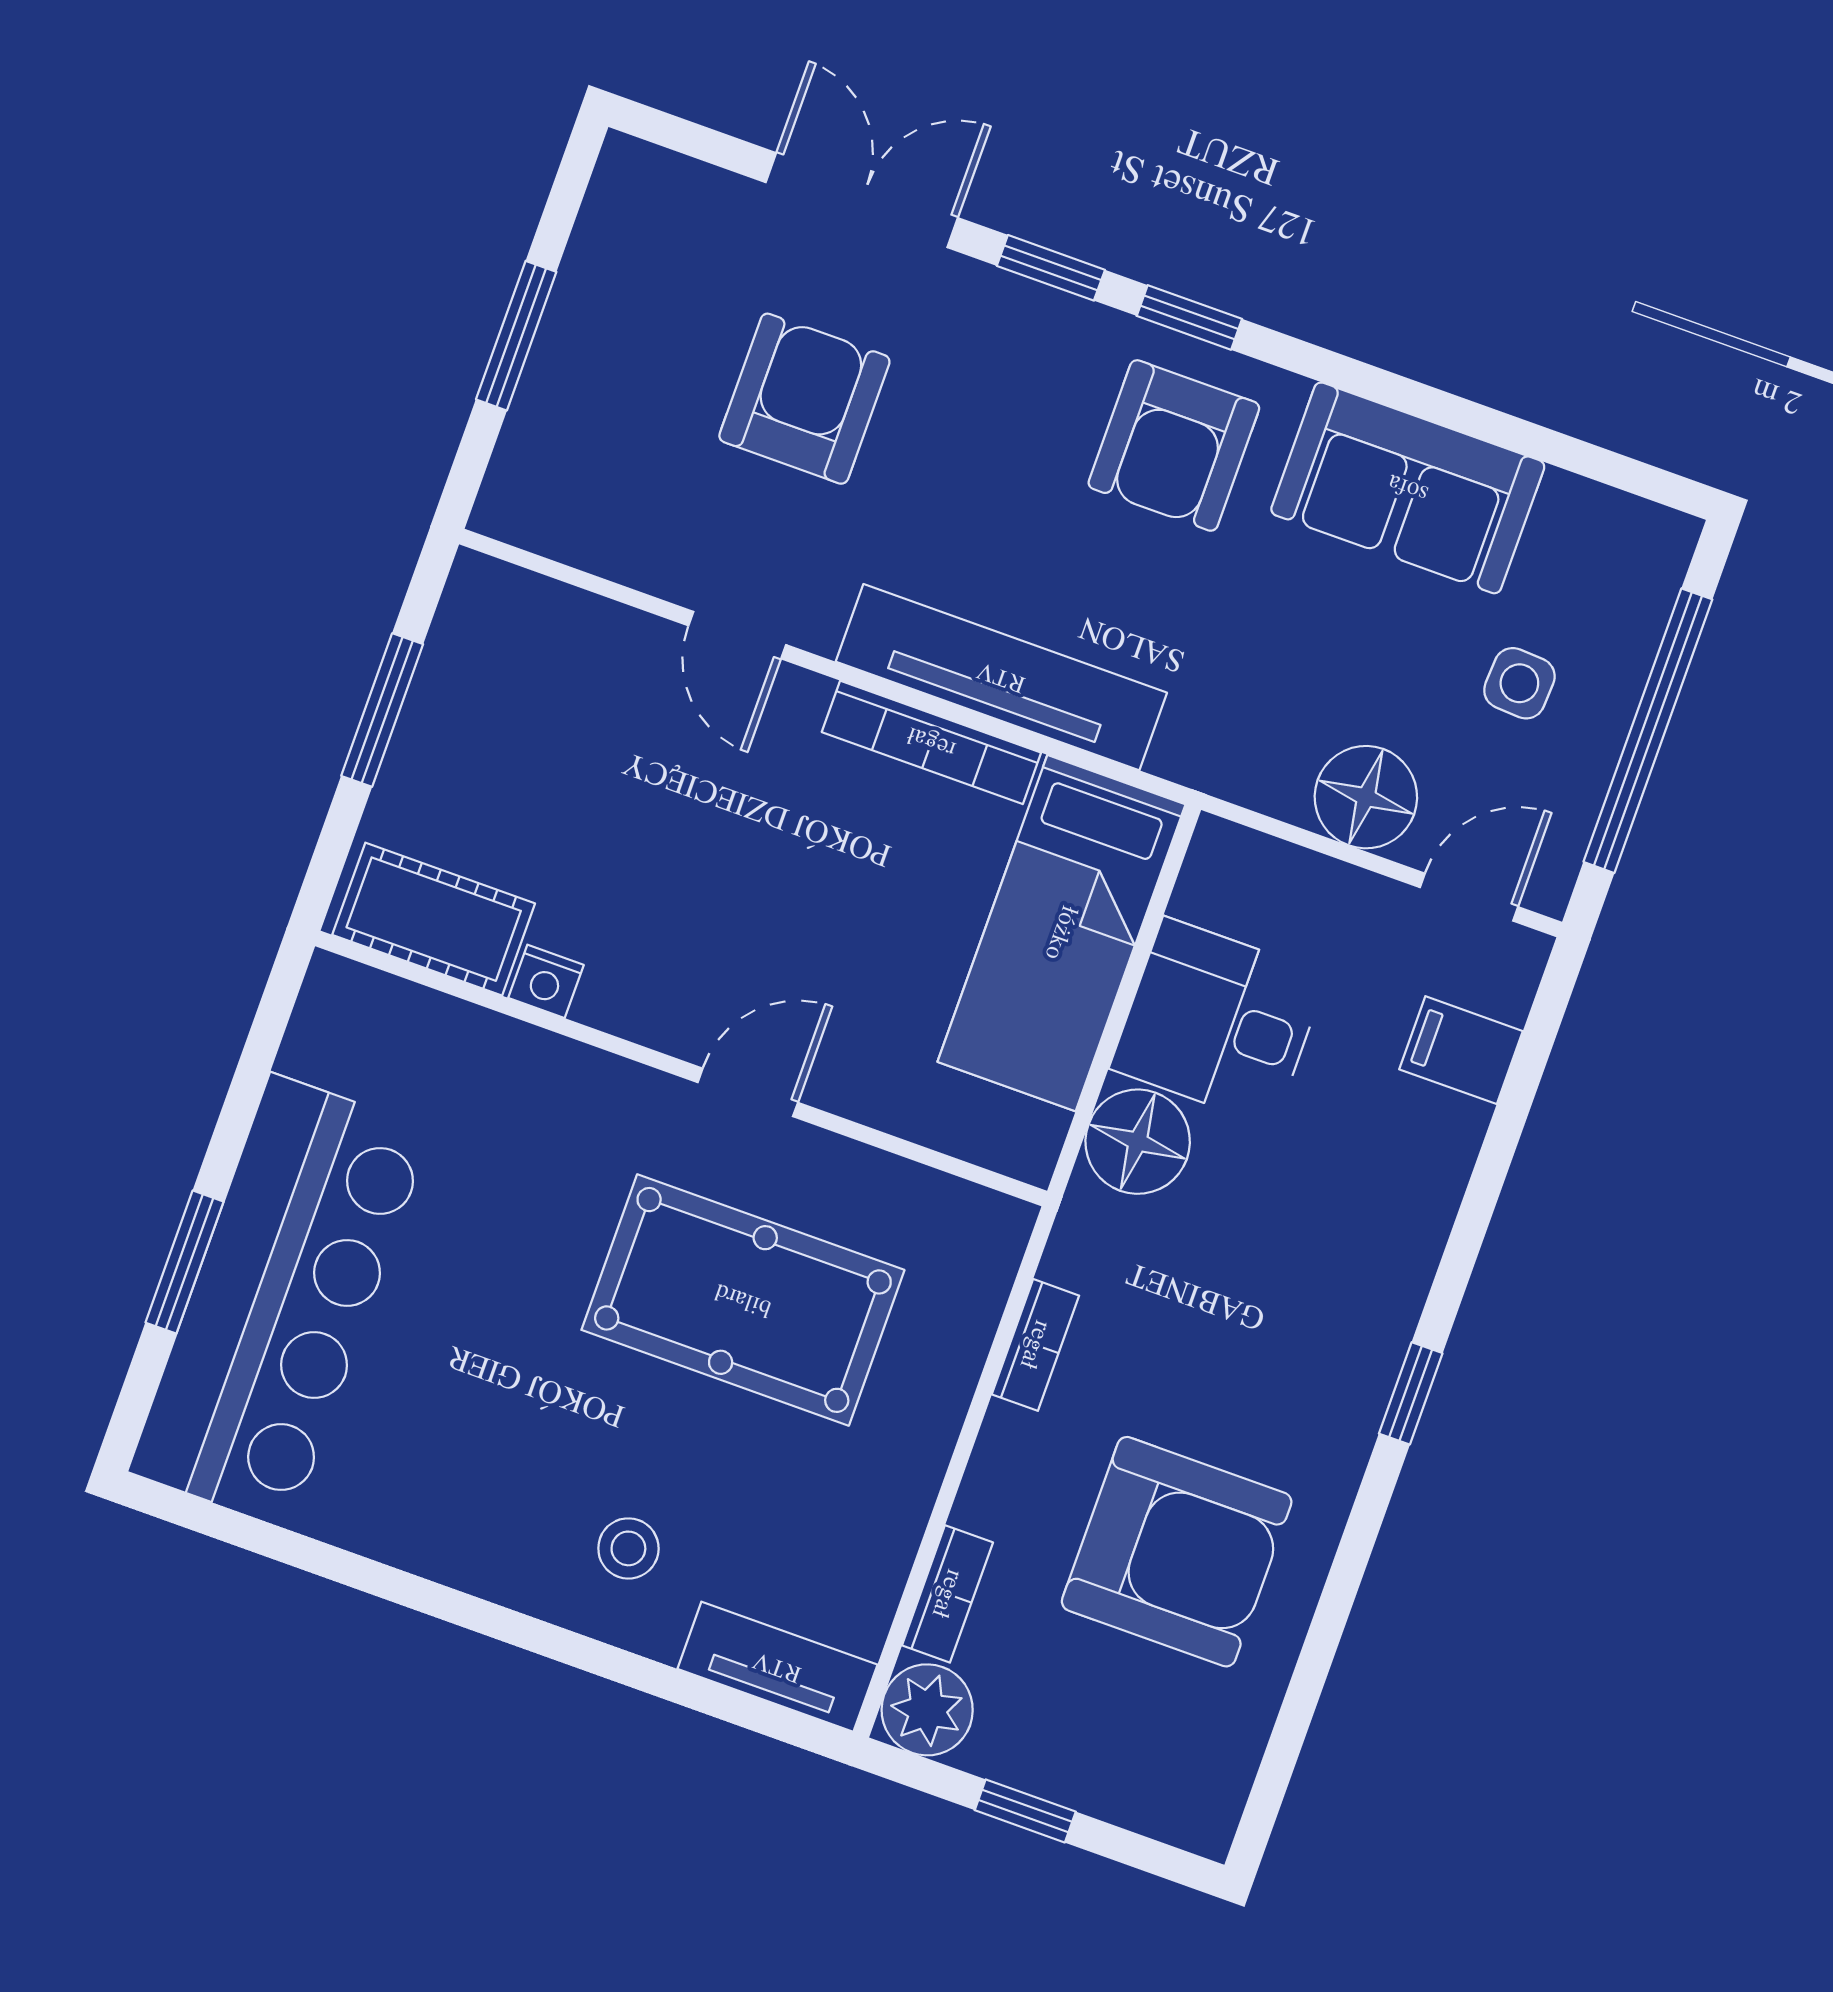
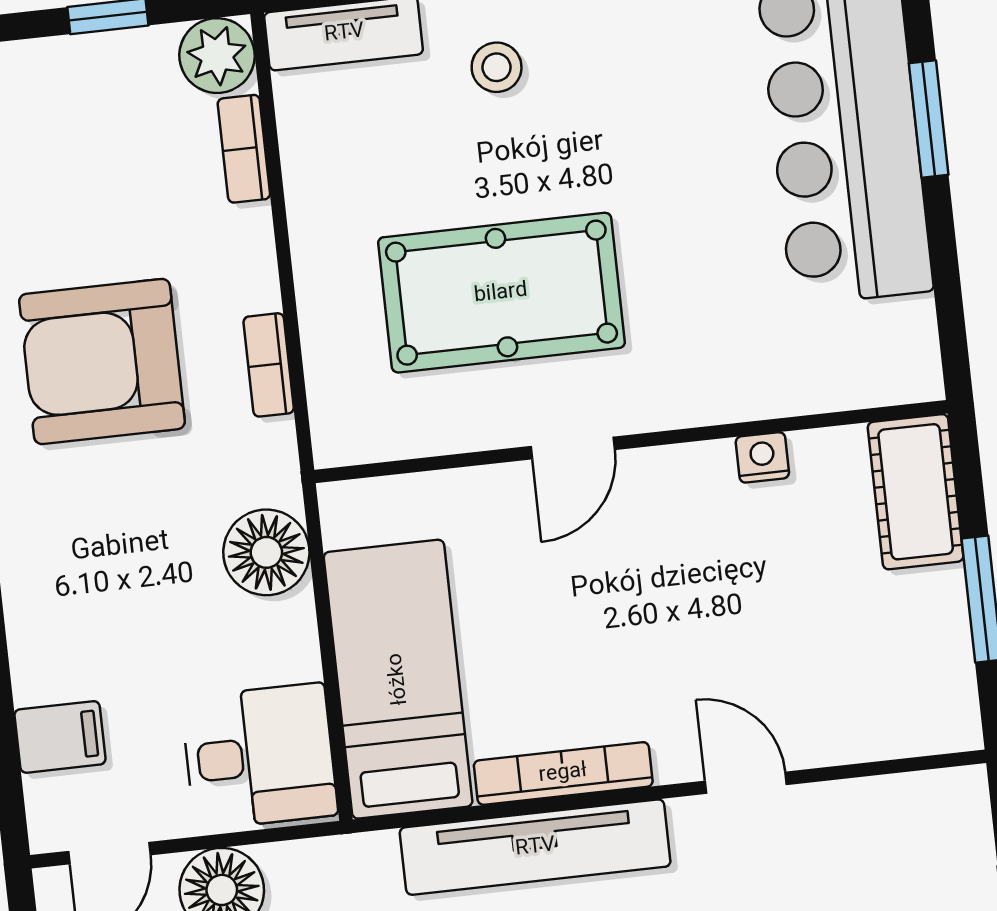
cot: (434, 919) -> (916, 492), moved, turned 90
desk: (1218, 1022) -> (259, 756), moved
armchair: (1177, 1552) -> (102, 361), moved

